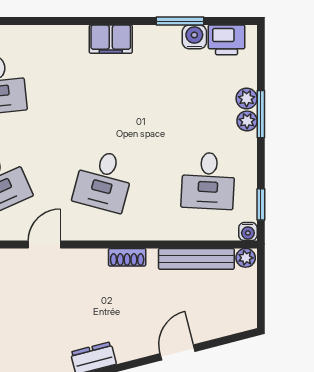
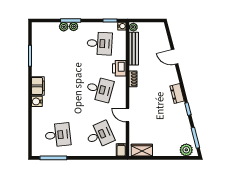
water cooler: (194, 37) -> (37, 101), moved
printer: (227, 40) -> (119, 68), moved, turned 180

